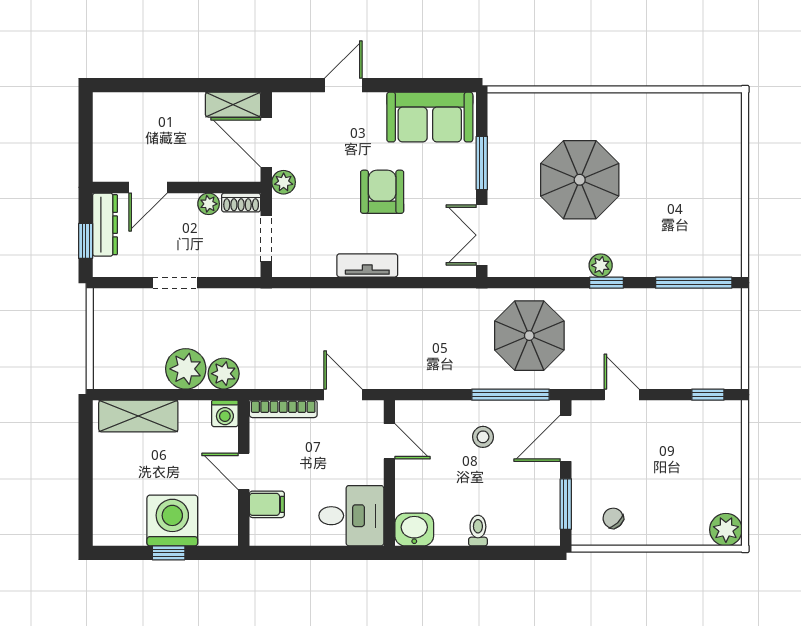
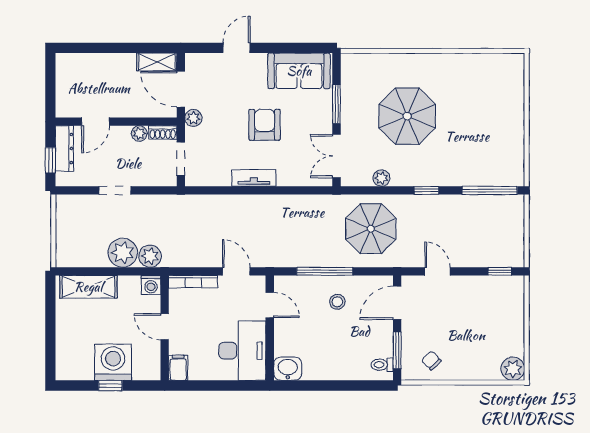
plant: (601, 265) -> (381, 178), moved
window: (511, 395) -> (325, 271), moved
filing cabinet: (267, 504) -> (178, 368), moved, turned -90
desk: (351, 516) -> (242, 351), width x1.37
toilet: (478, 531) -> (382, 365), moved, turned -90

